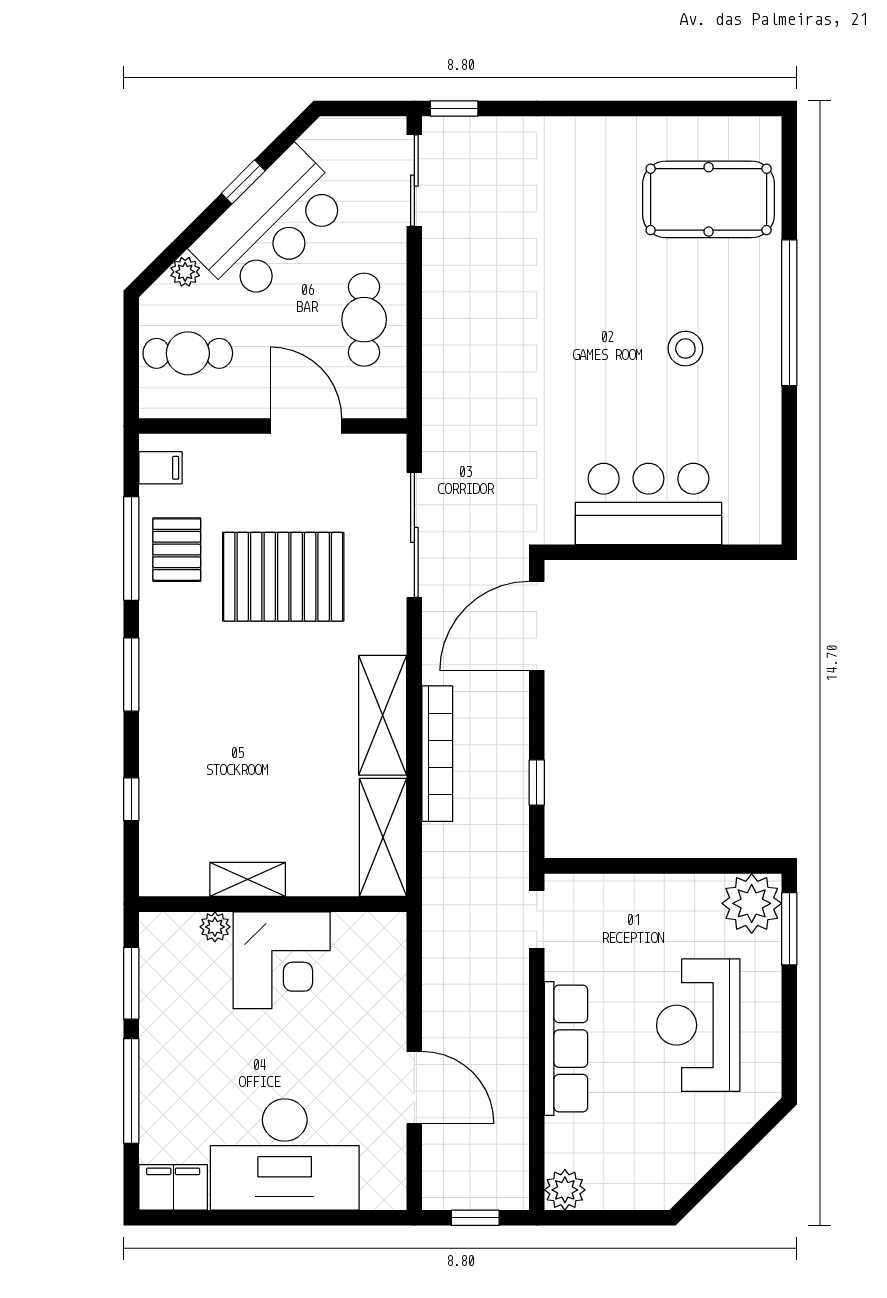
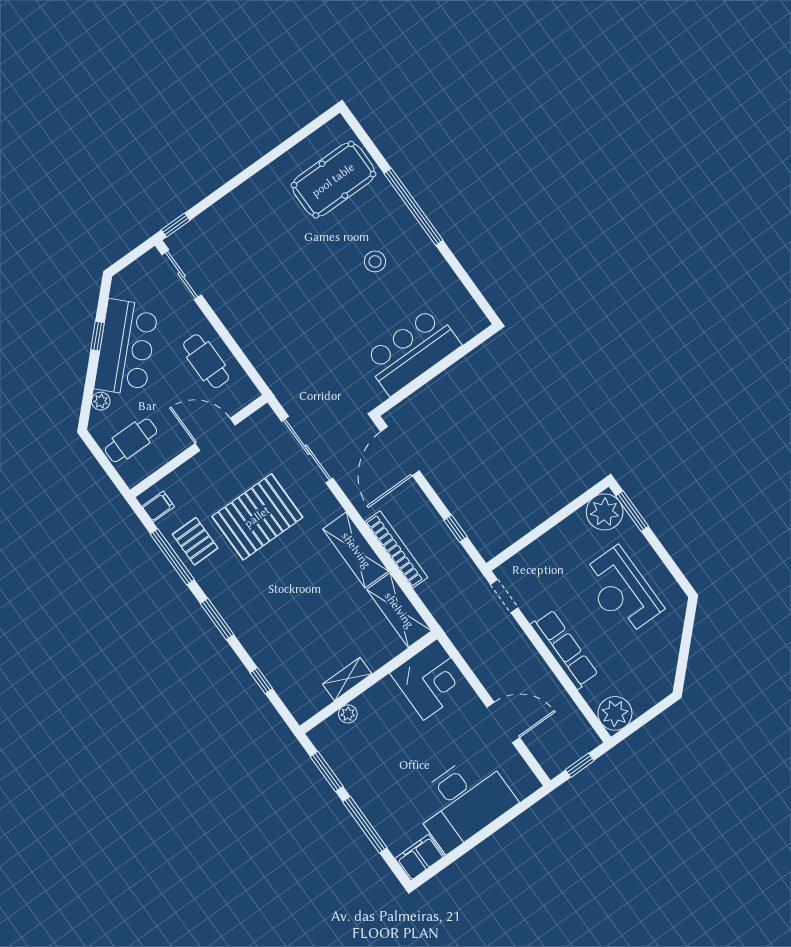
corner desk: (282, 960) -> (430, 680), moved
plant: (565, 1190) -> (615, 713), width x1.36, depth x1.36

